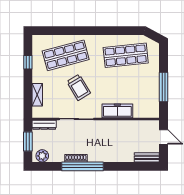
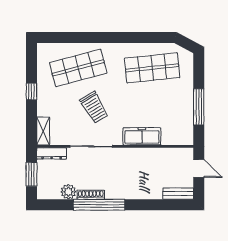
window: (28, 62) -> (32, 92), moved
shelving: (37, 95) -> (43, 131), moved
plant: (42, 156) -> (68, 192), moved

